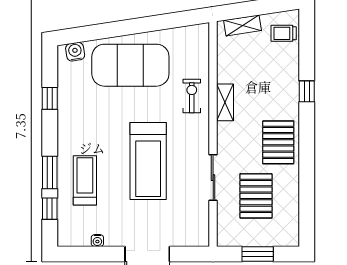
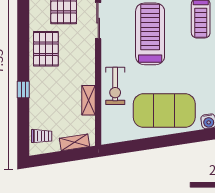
exercise bike: (192, 96) -> (115, 86), width x1.38, depth x1.39
shelving: (225, 102) -> (89, 100), moved

